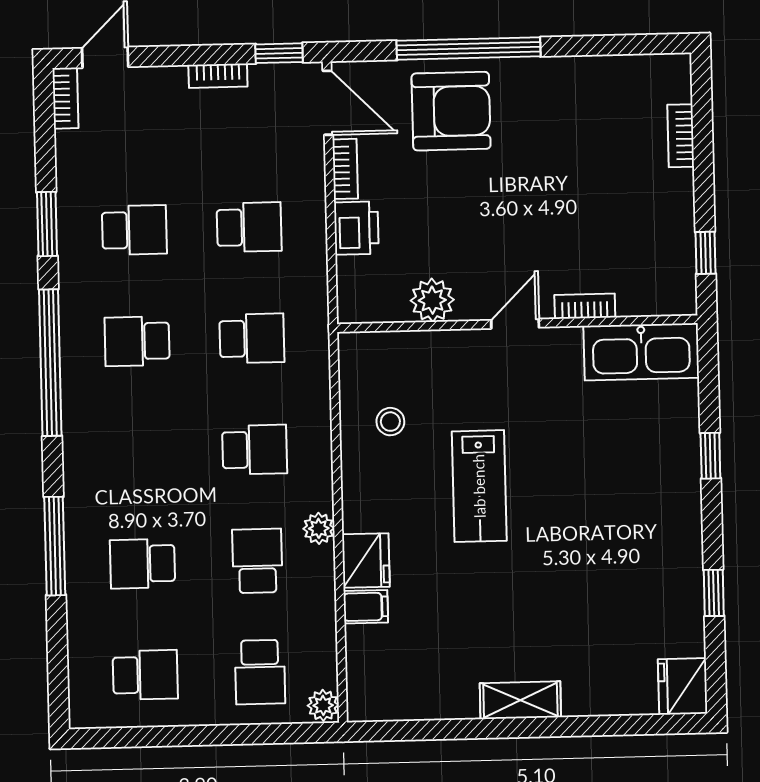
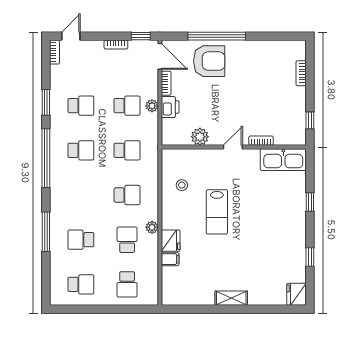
school desk: (137, 341) -> (81, 150), turned 180
plant: (323, 705) -> (152, 106), moved

